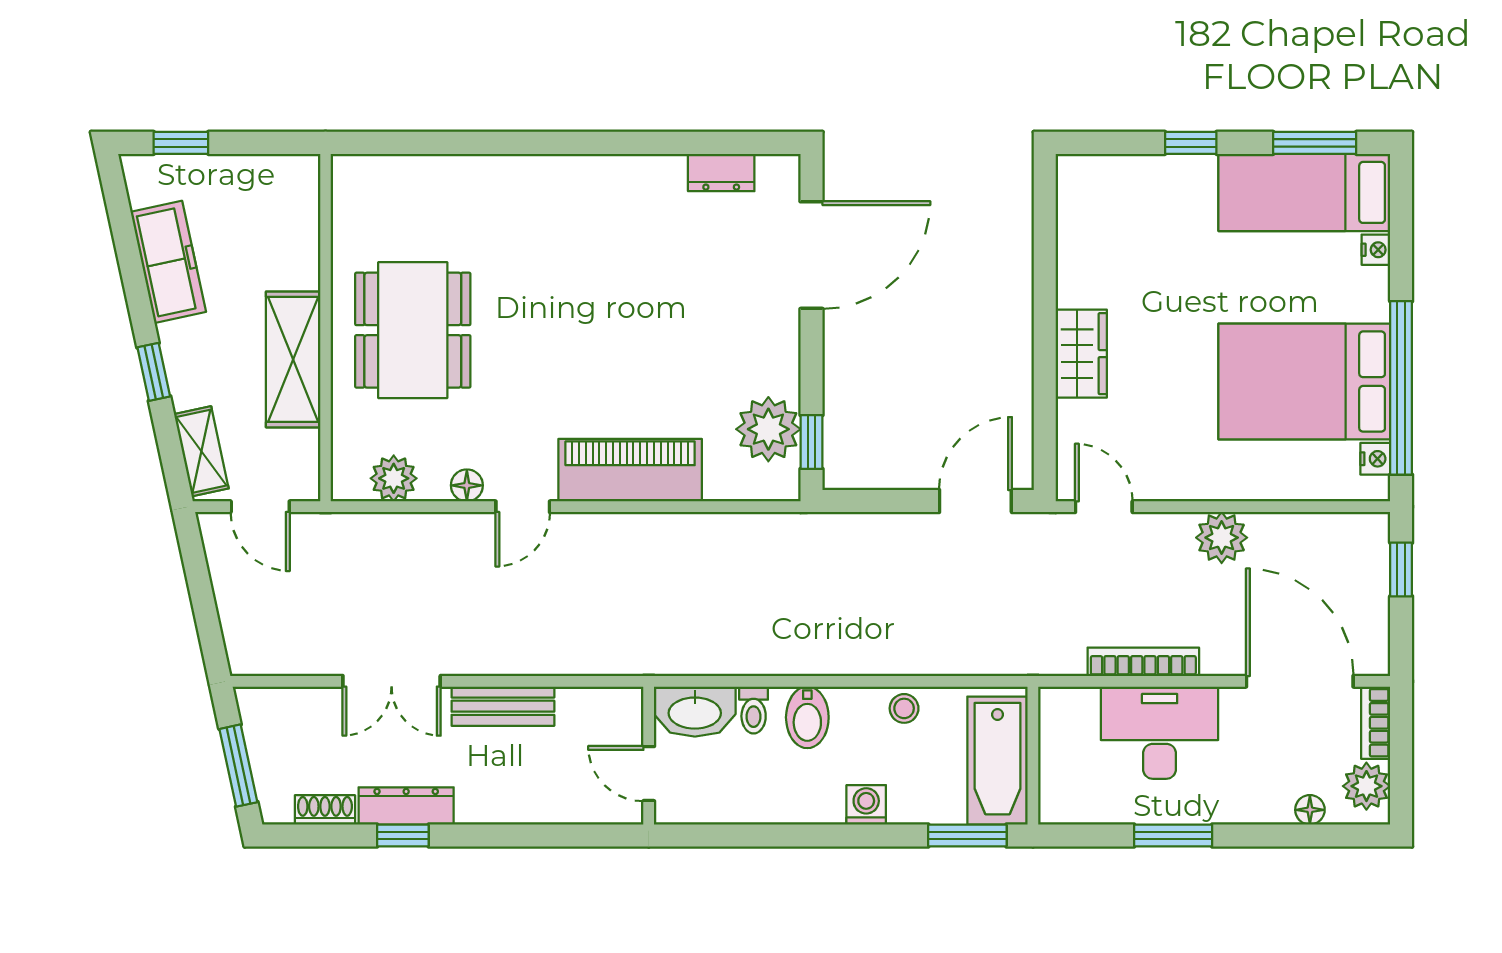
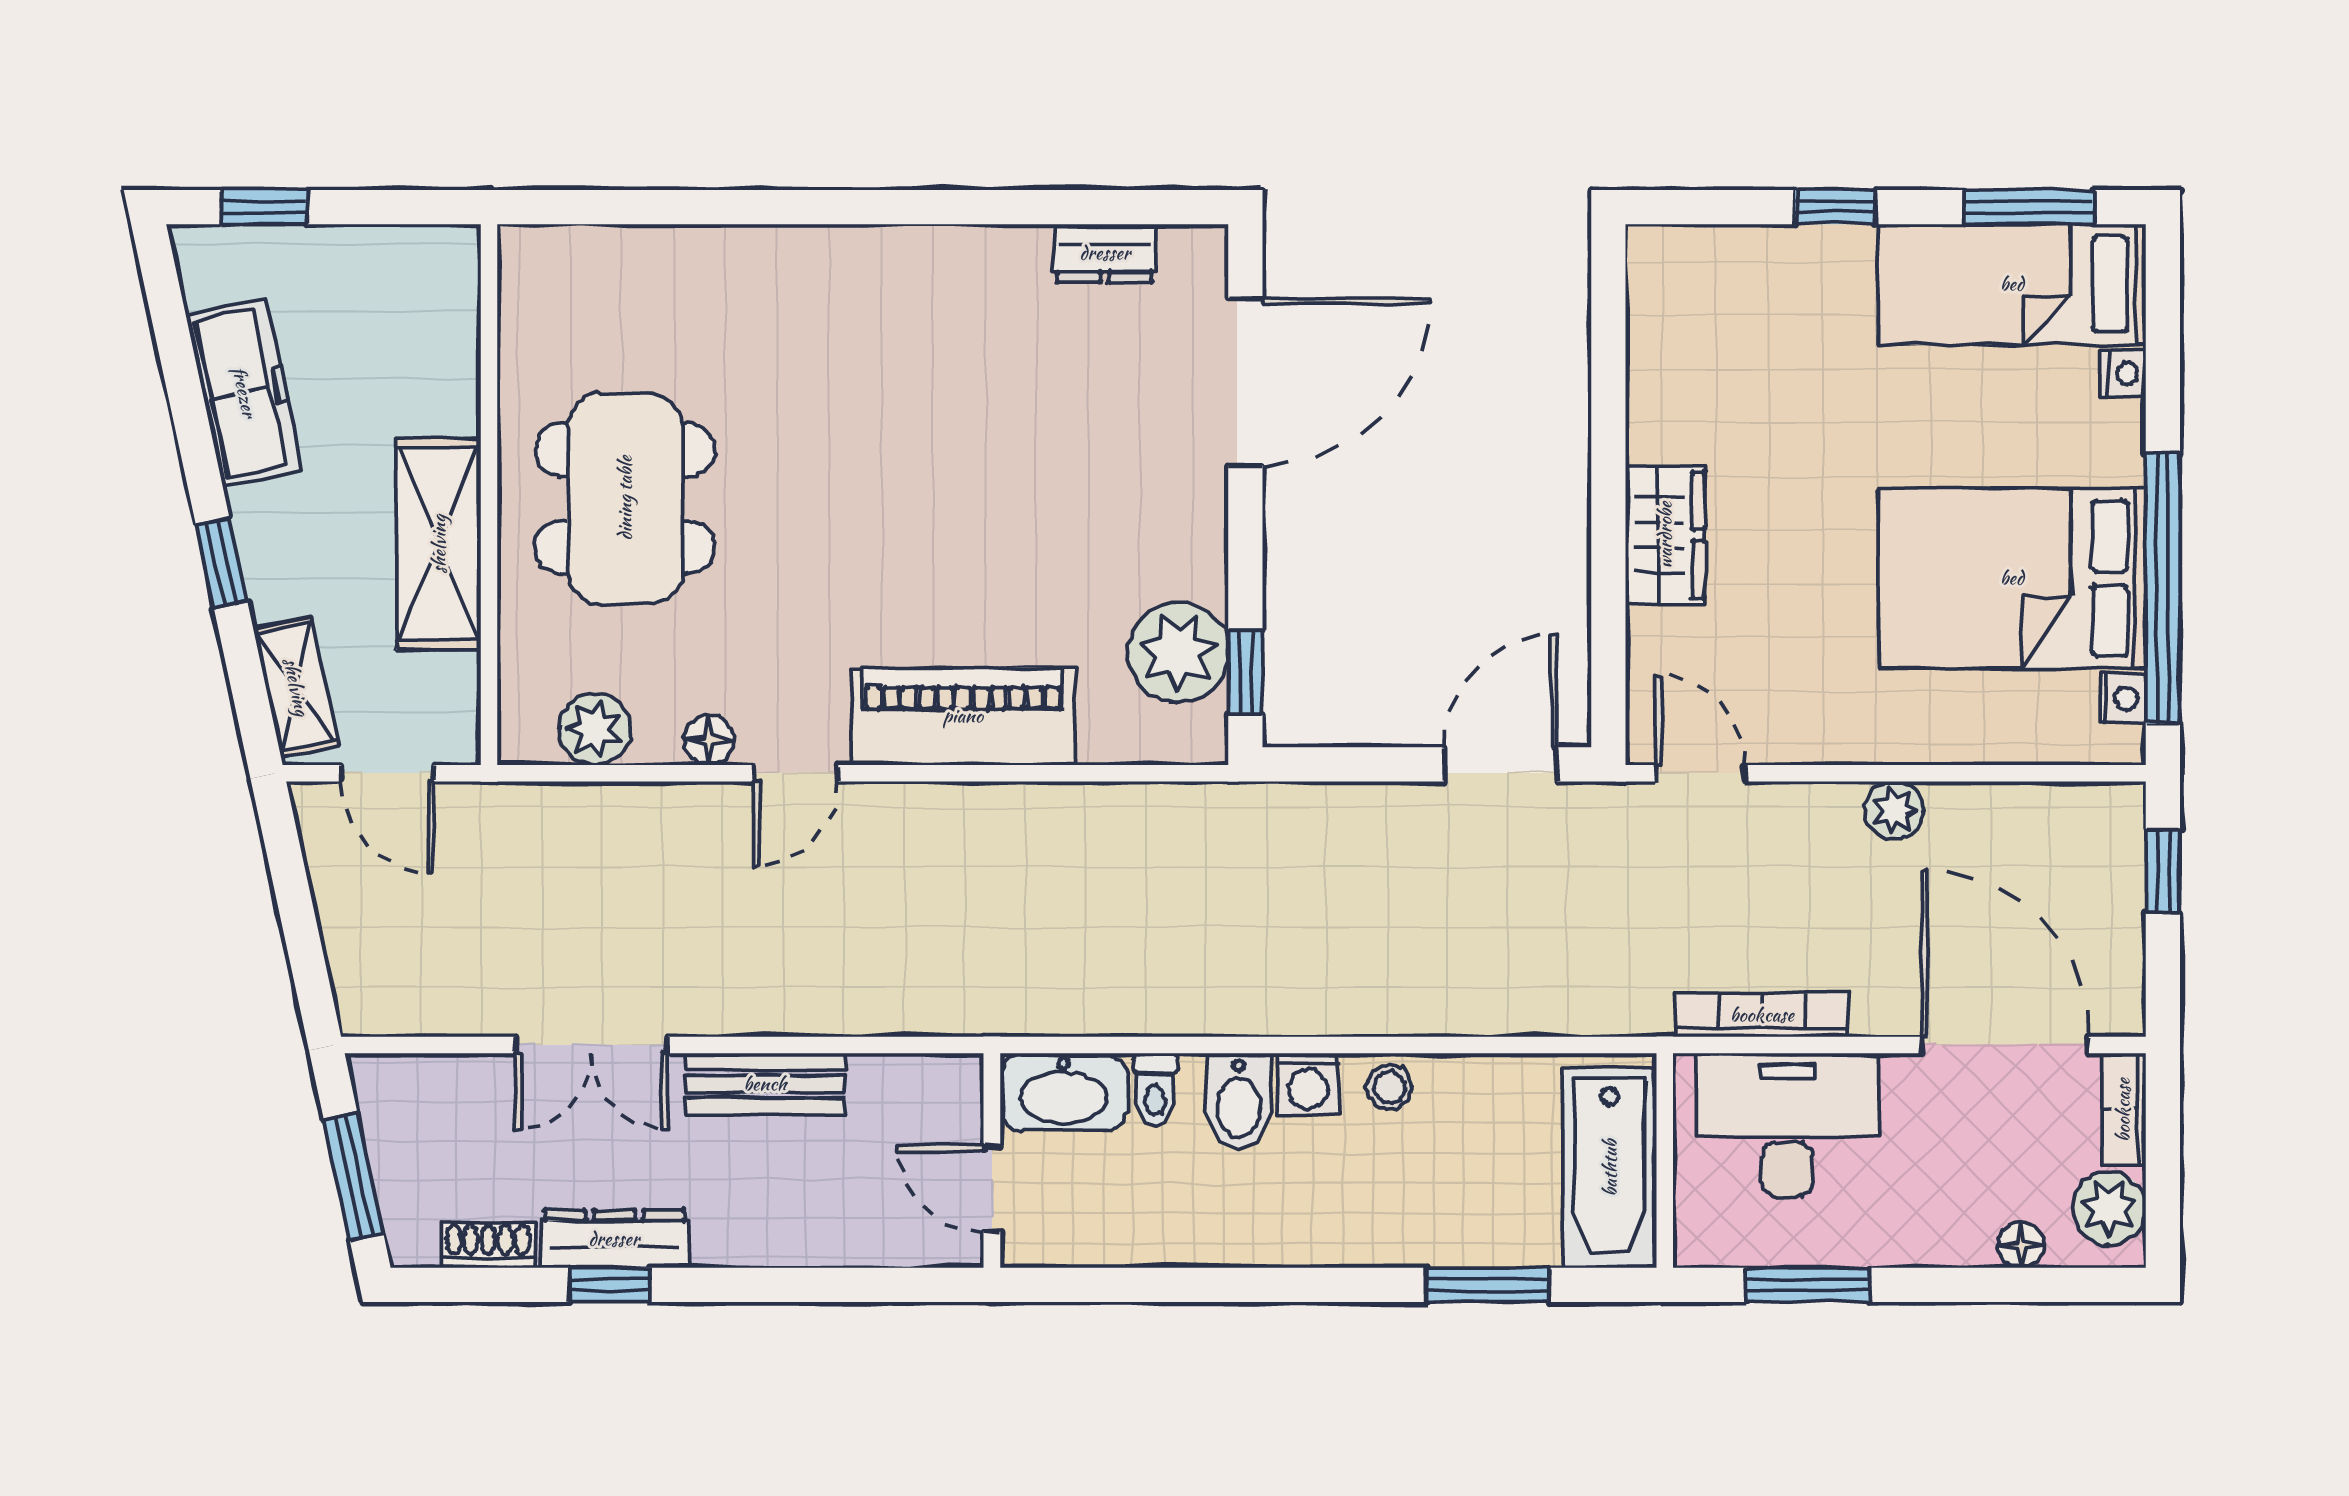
plant: (1222, 538) -> (1894, 810), width x0.73, depth x0.73
wall: (1033, 756) -> (1665, 1161), moved
bathtub: (998, 761) -> (1610, 1168), moved
washing machine: (866, 805) -> (1308, 1084), moved, turned 180

